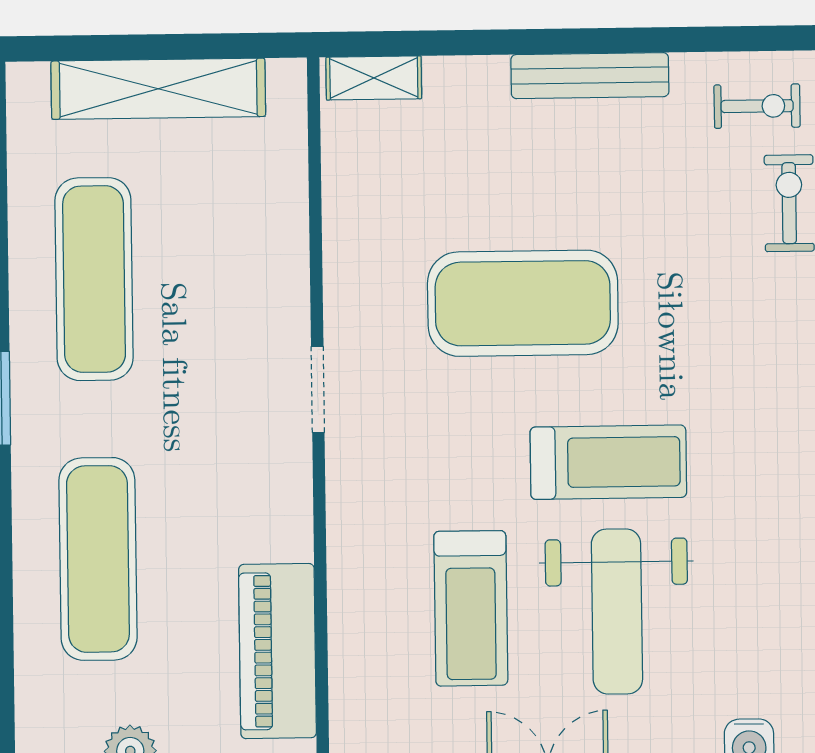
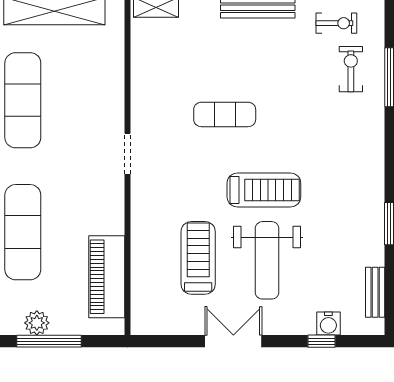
exercise mat: (523, 303) -> (225, 114), width x0.50, depth x0.69
treadmill: (471, 608) -> (198, 258), turned 180

